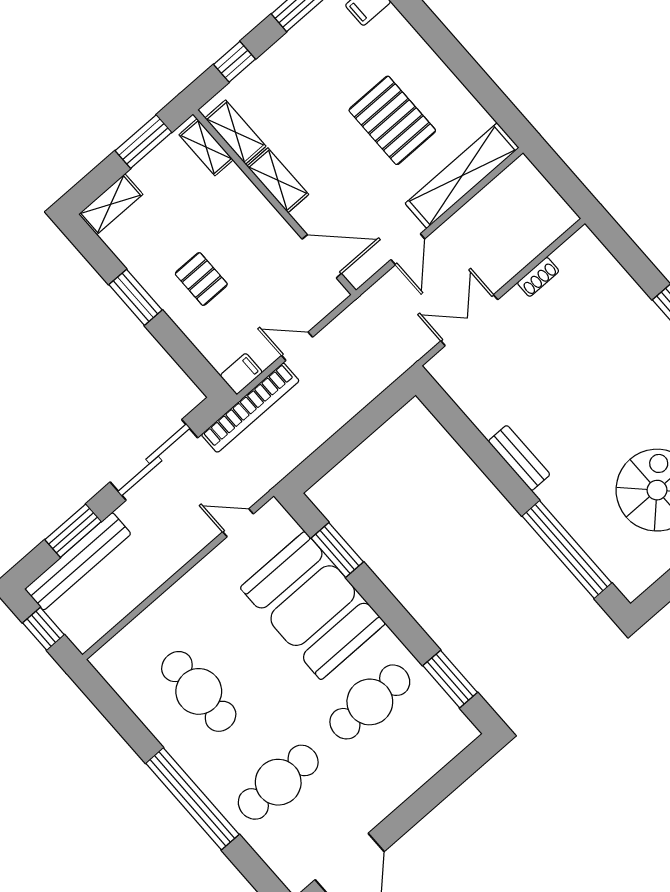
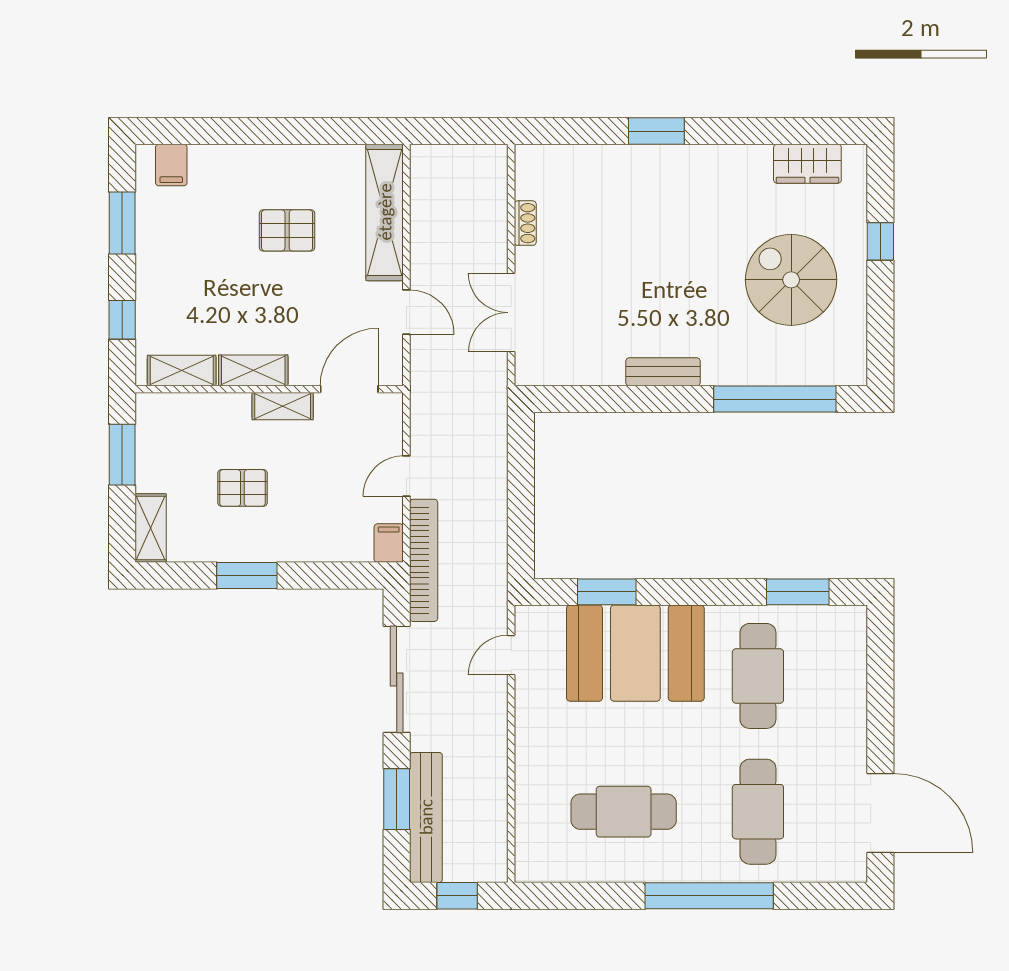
pallet: (392, 120) -> (287, 230), width x0.67, depth x0.71
shelving: (206, 147) -> (283, 406), moved
pallet: (201, 279) -> (242, 488), moved

